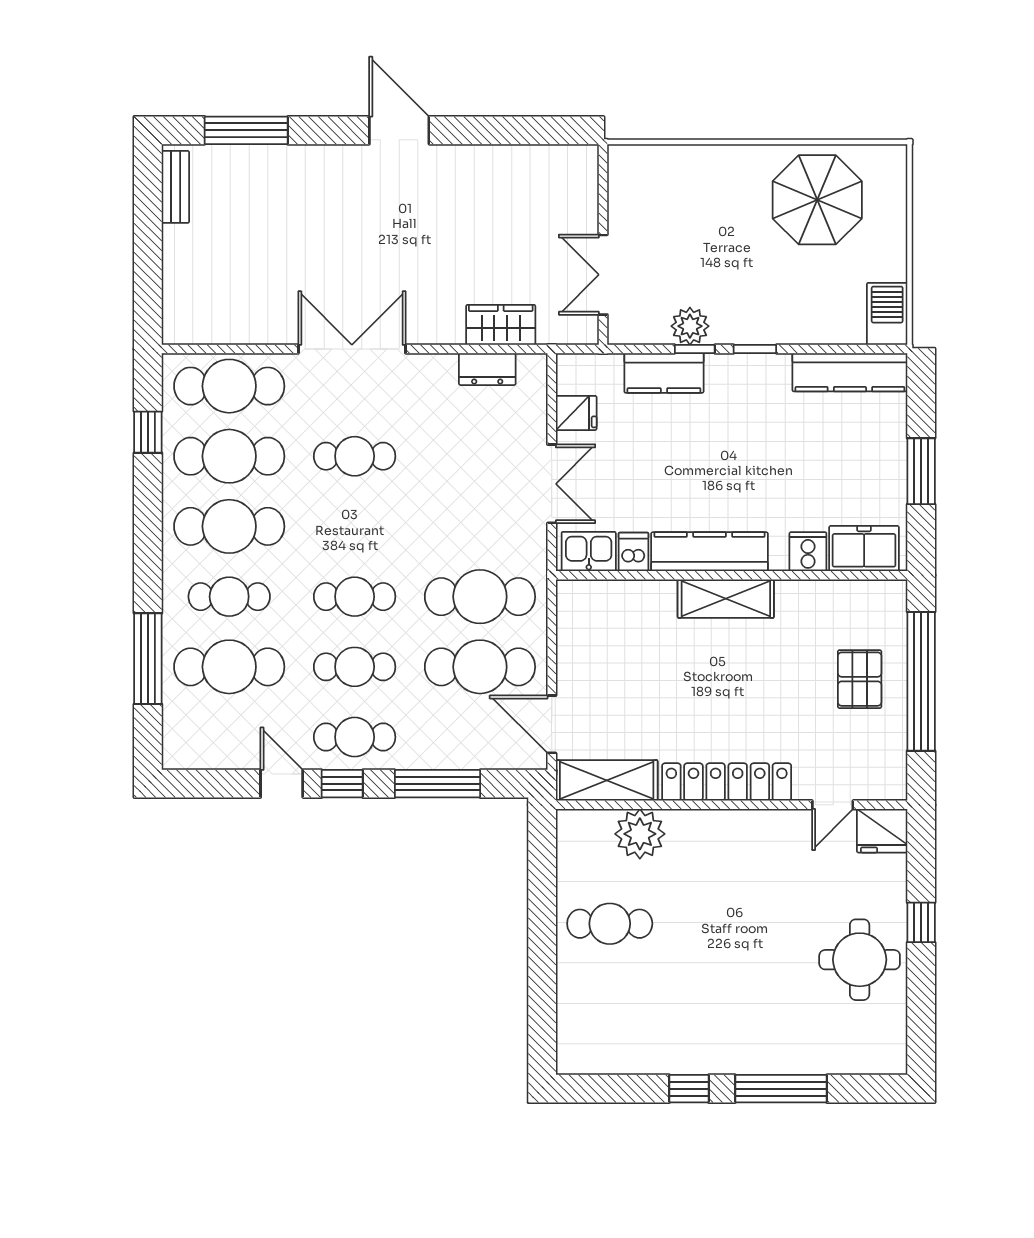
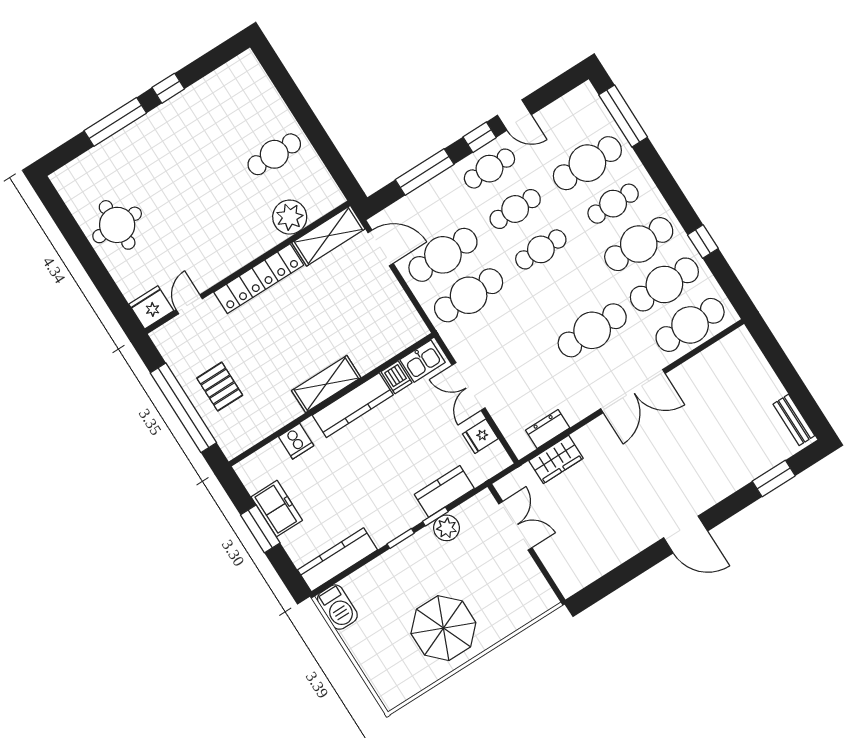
window: (246, 130) -> (774, 478), width x0.69
parasol: (817, 200) -> (443, 628), moved
window: (148, 432) -> (703, 242), moved
cafe table: (355, 456) -> (592, 330), width x1.37, depth x1.35
freezer: (864, 548) -> (277, 509), moved, turned -90
window: (148, 659) -> (623, 116), moved
window: (921, 922) -> (95, 269), removed

